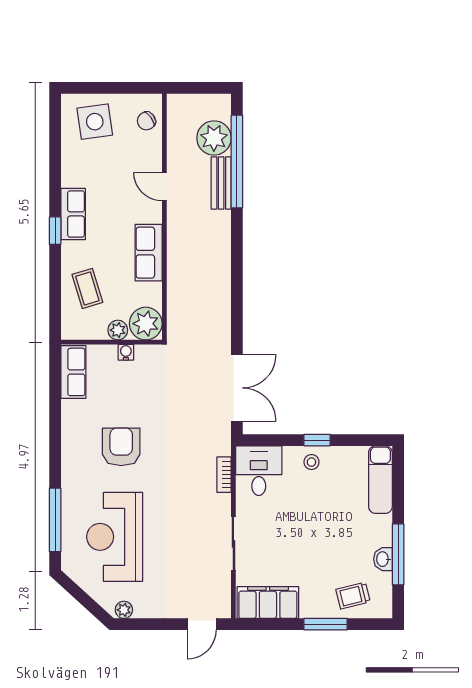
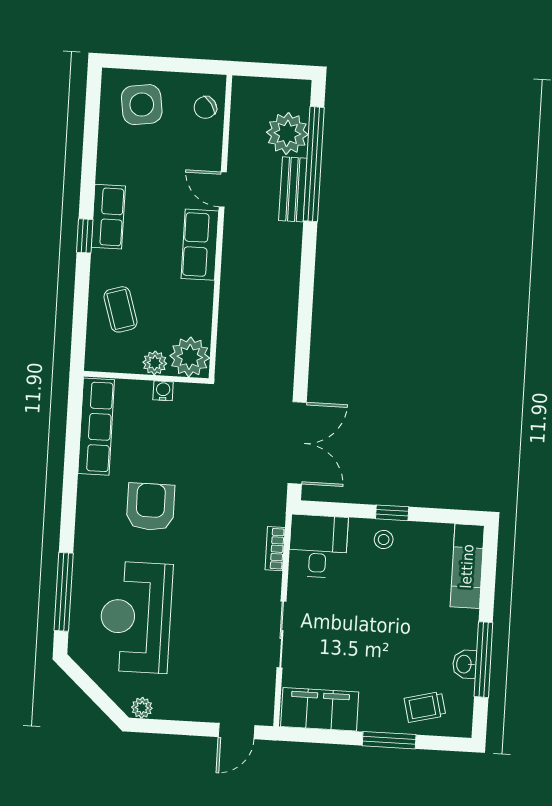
row of seats: (149, 253) -> (200, 245), moved
row of seats: (73, 372) -> (96, 427), width x1.48

